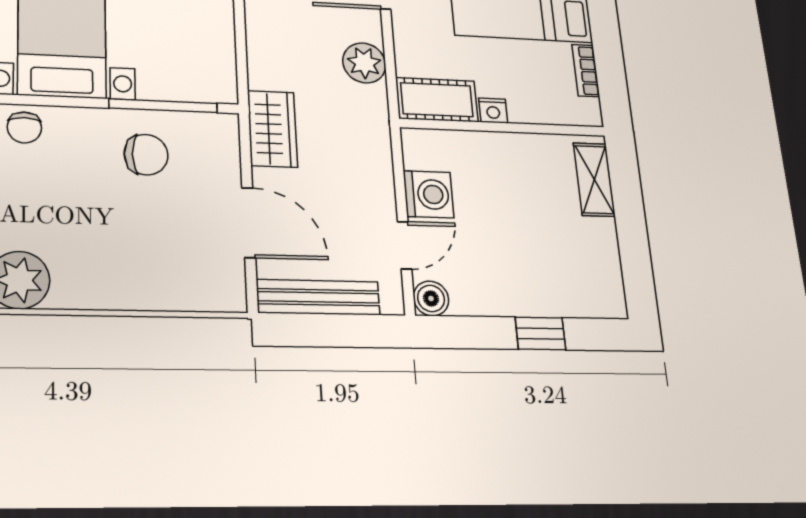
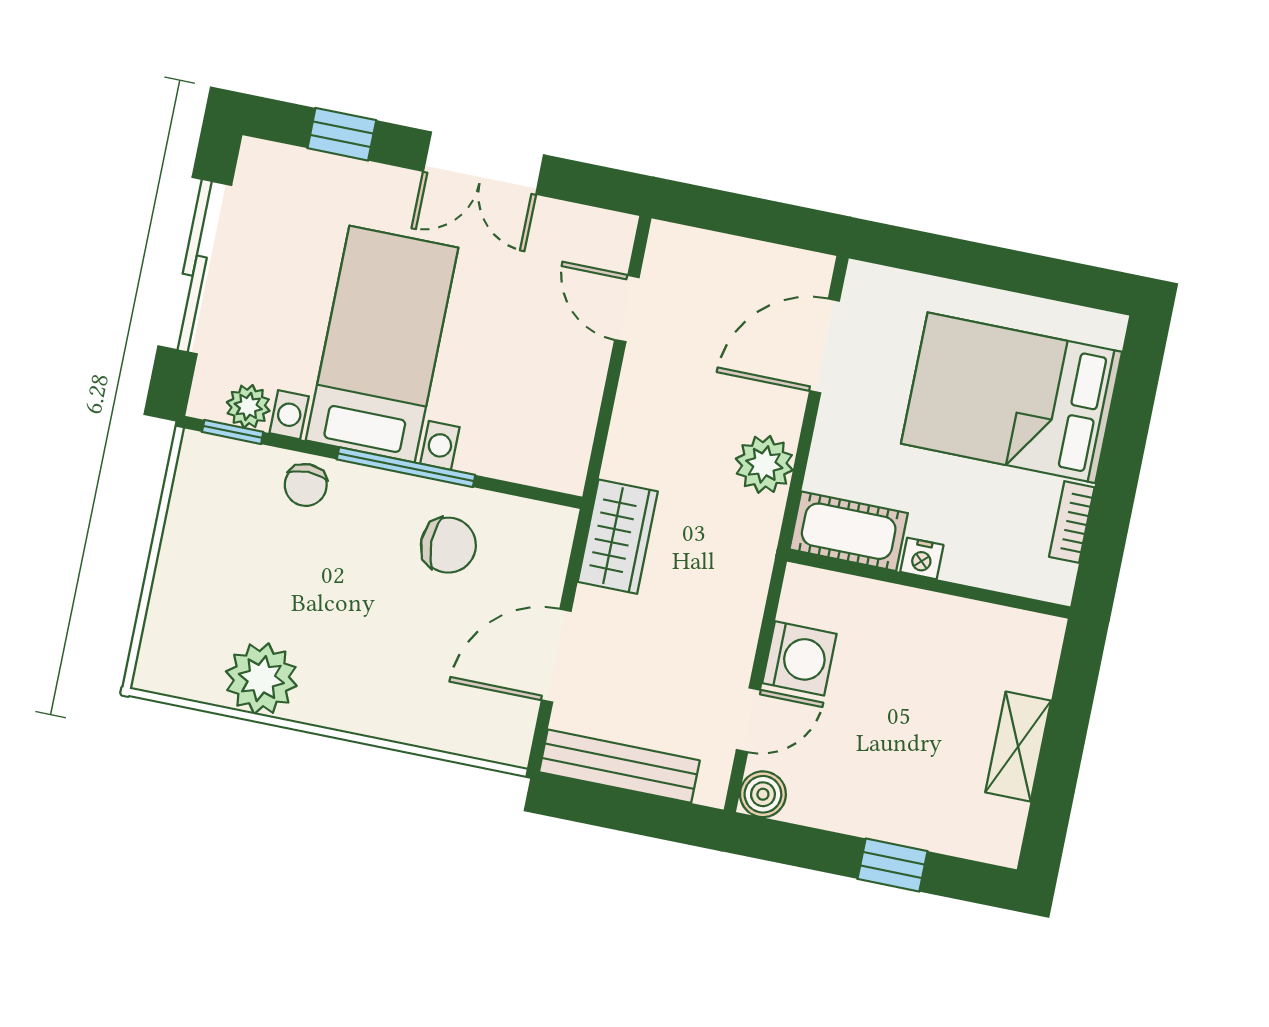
window: (163, 106) -> (406, 467), moved
shelving: (594, 180) -> (1018, 747), moved
door: (249, 223) -> (556, 656), swing flipped

